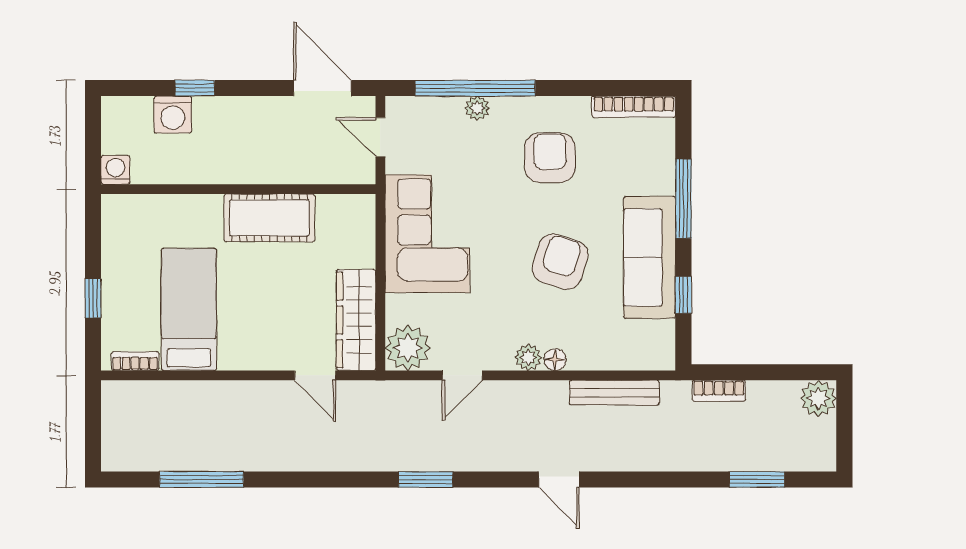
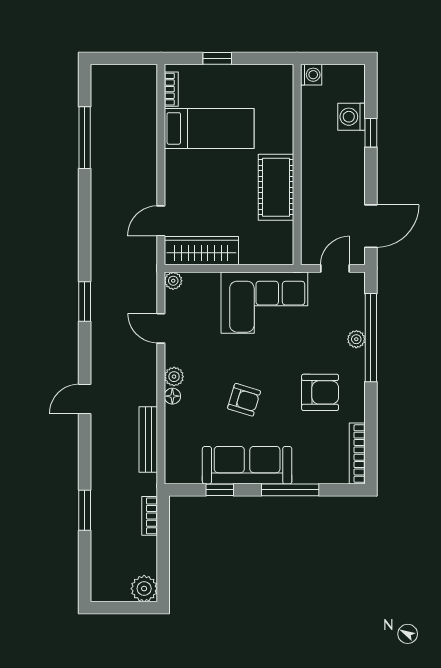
armchair: (560, 262) -> (244, 400), width x0.72, depth x0.72
plant: (408, 348) -> (173, 281), width x0.53, depth x0.53
window: (757, 480) -> (85, 510), moved

